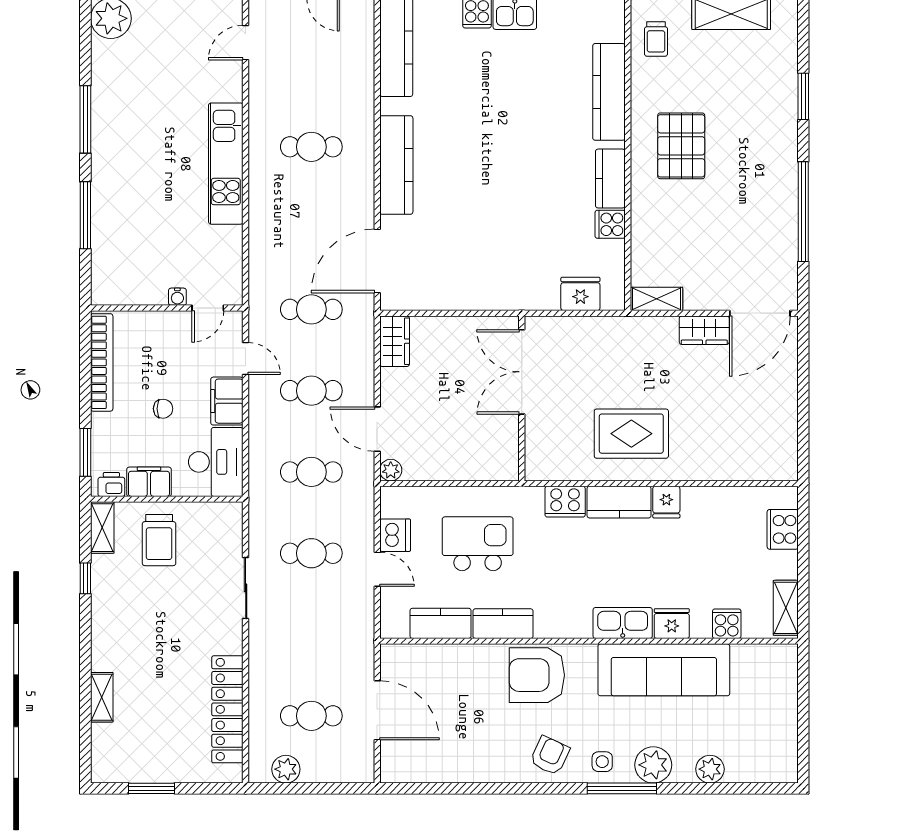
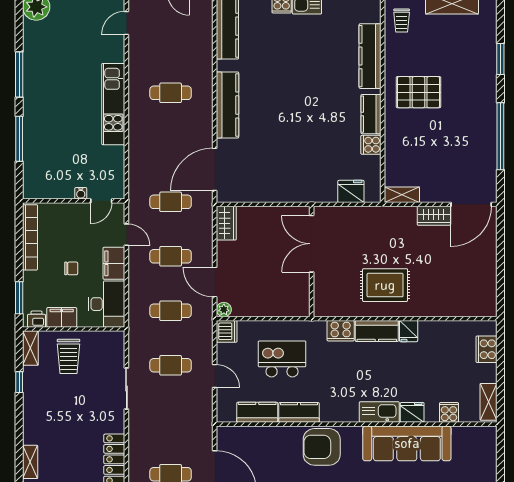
pallet: (681, 146) -> (418, 92), turned 90
dishwasher: (395, 535) -> (227, 331), moved

